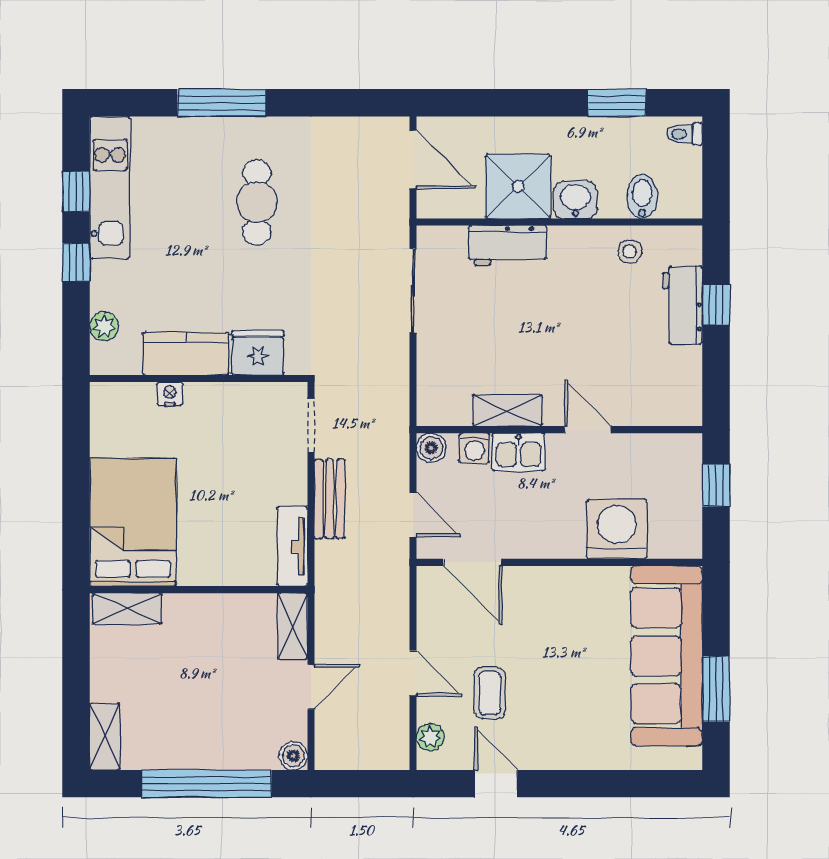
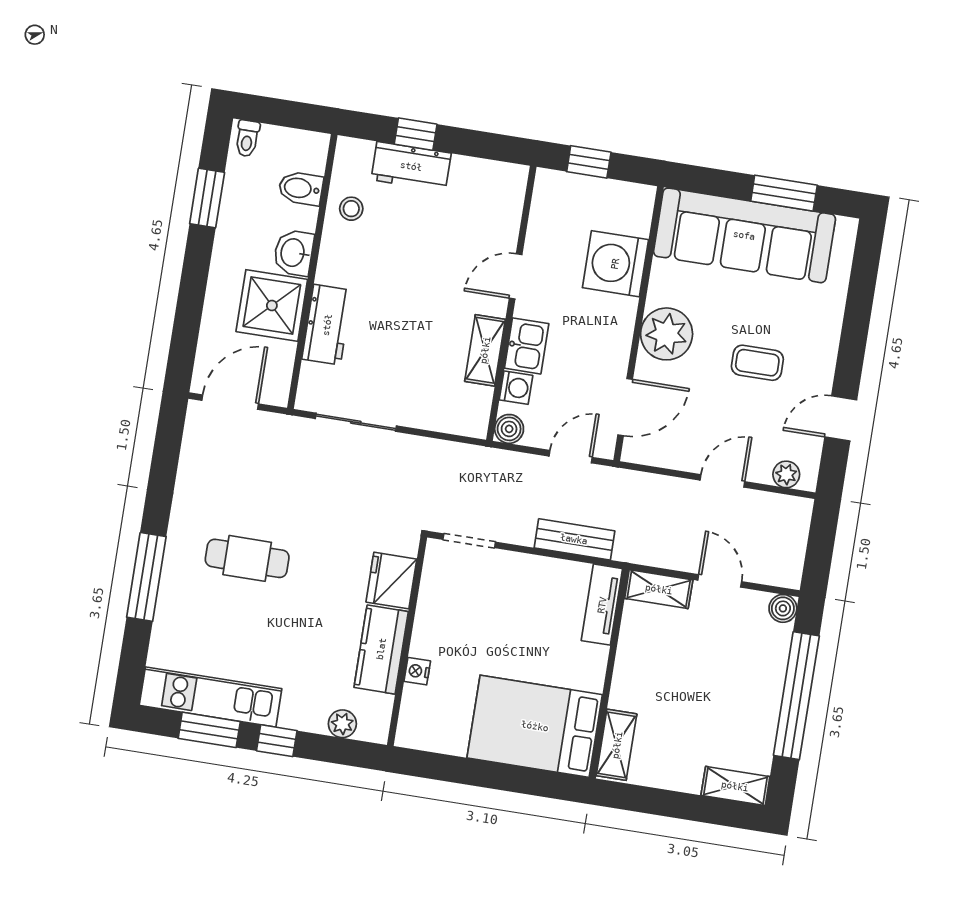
window: (76, 192) -> (209, 730), width x1.50
bench: (330, 499) -> (574, 539), moved
tv unit: (292, 546) -> (602, 605), moved, turned 90
plant: (554, 593) -> (667, 334), added
coffee table: (490, 693) -> (757, 363), moved

